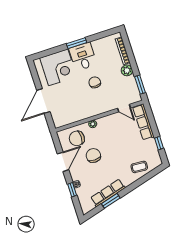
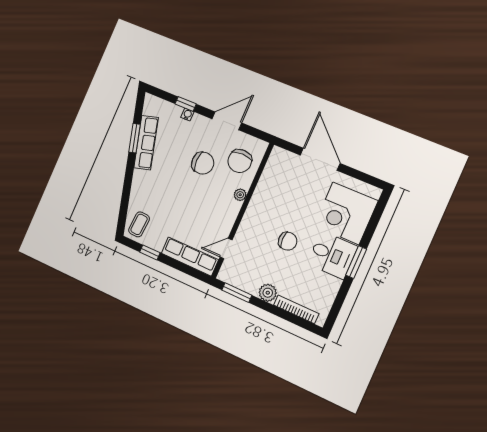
chair: (77, 138) -> (240, 161), turned 180
door: (63, 162) -> (227, 121), swing flipped
coffee table: (139, 167) -> (139, 224), moved

